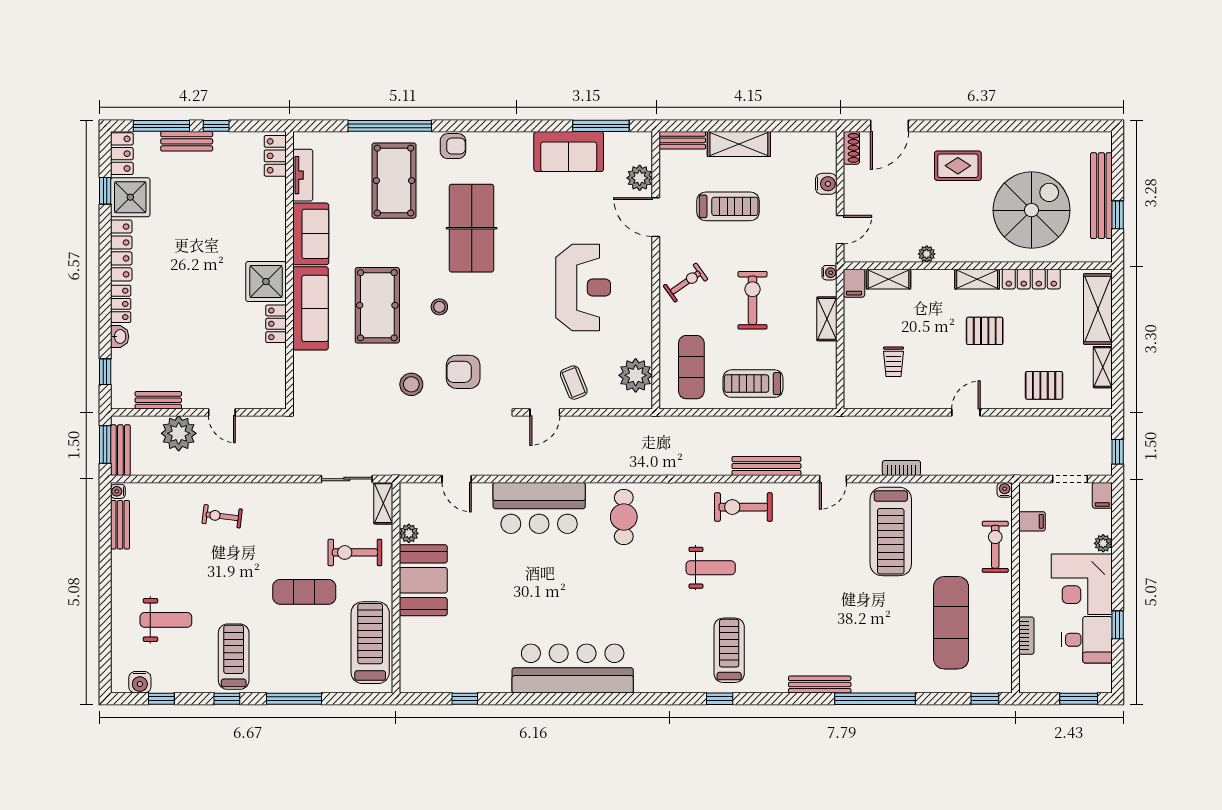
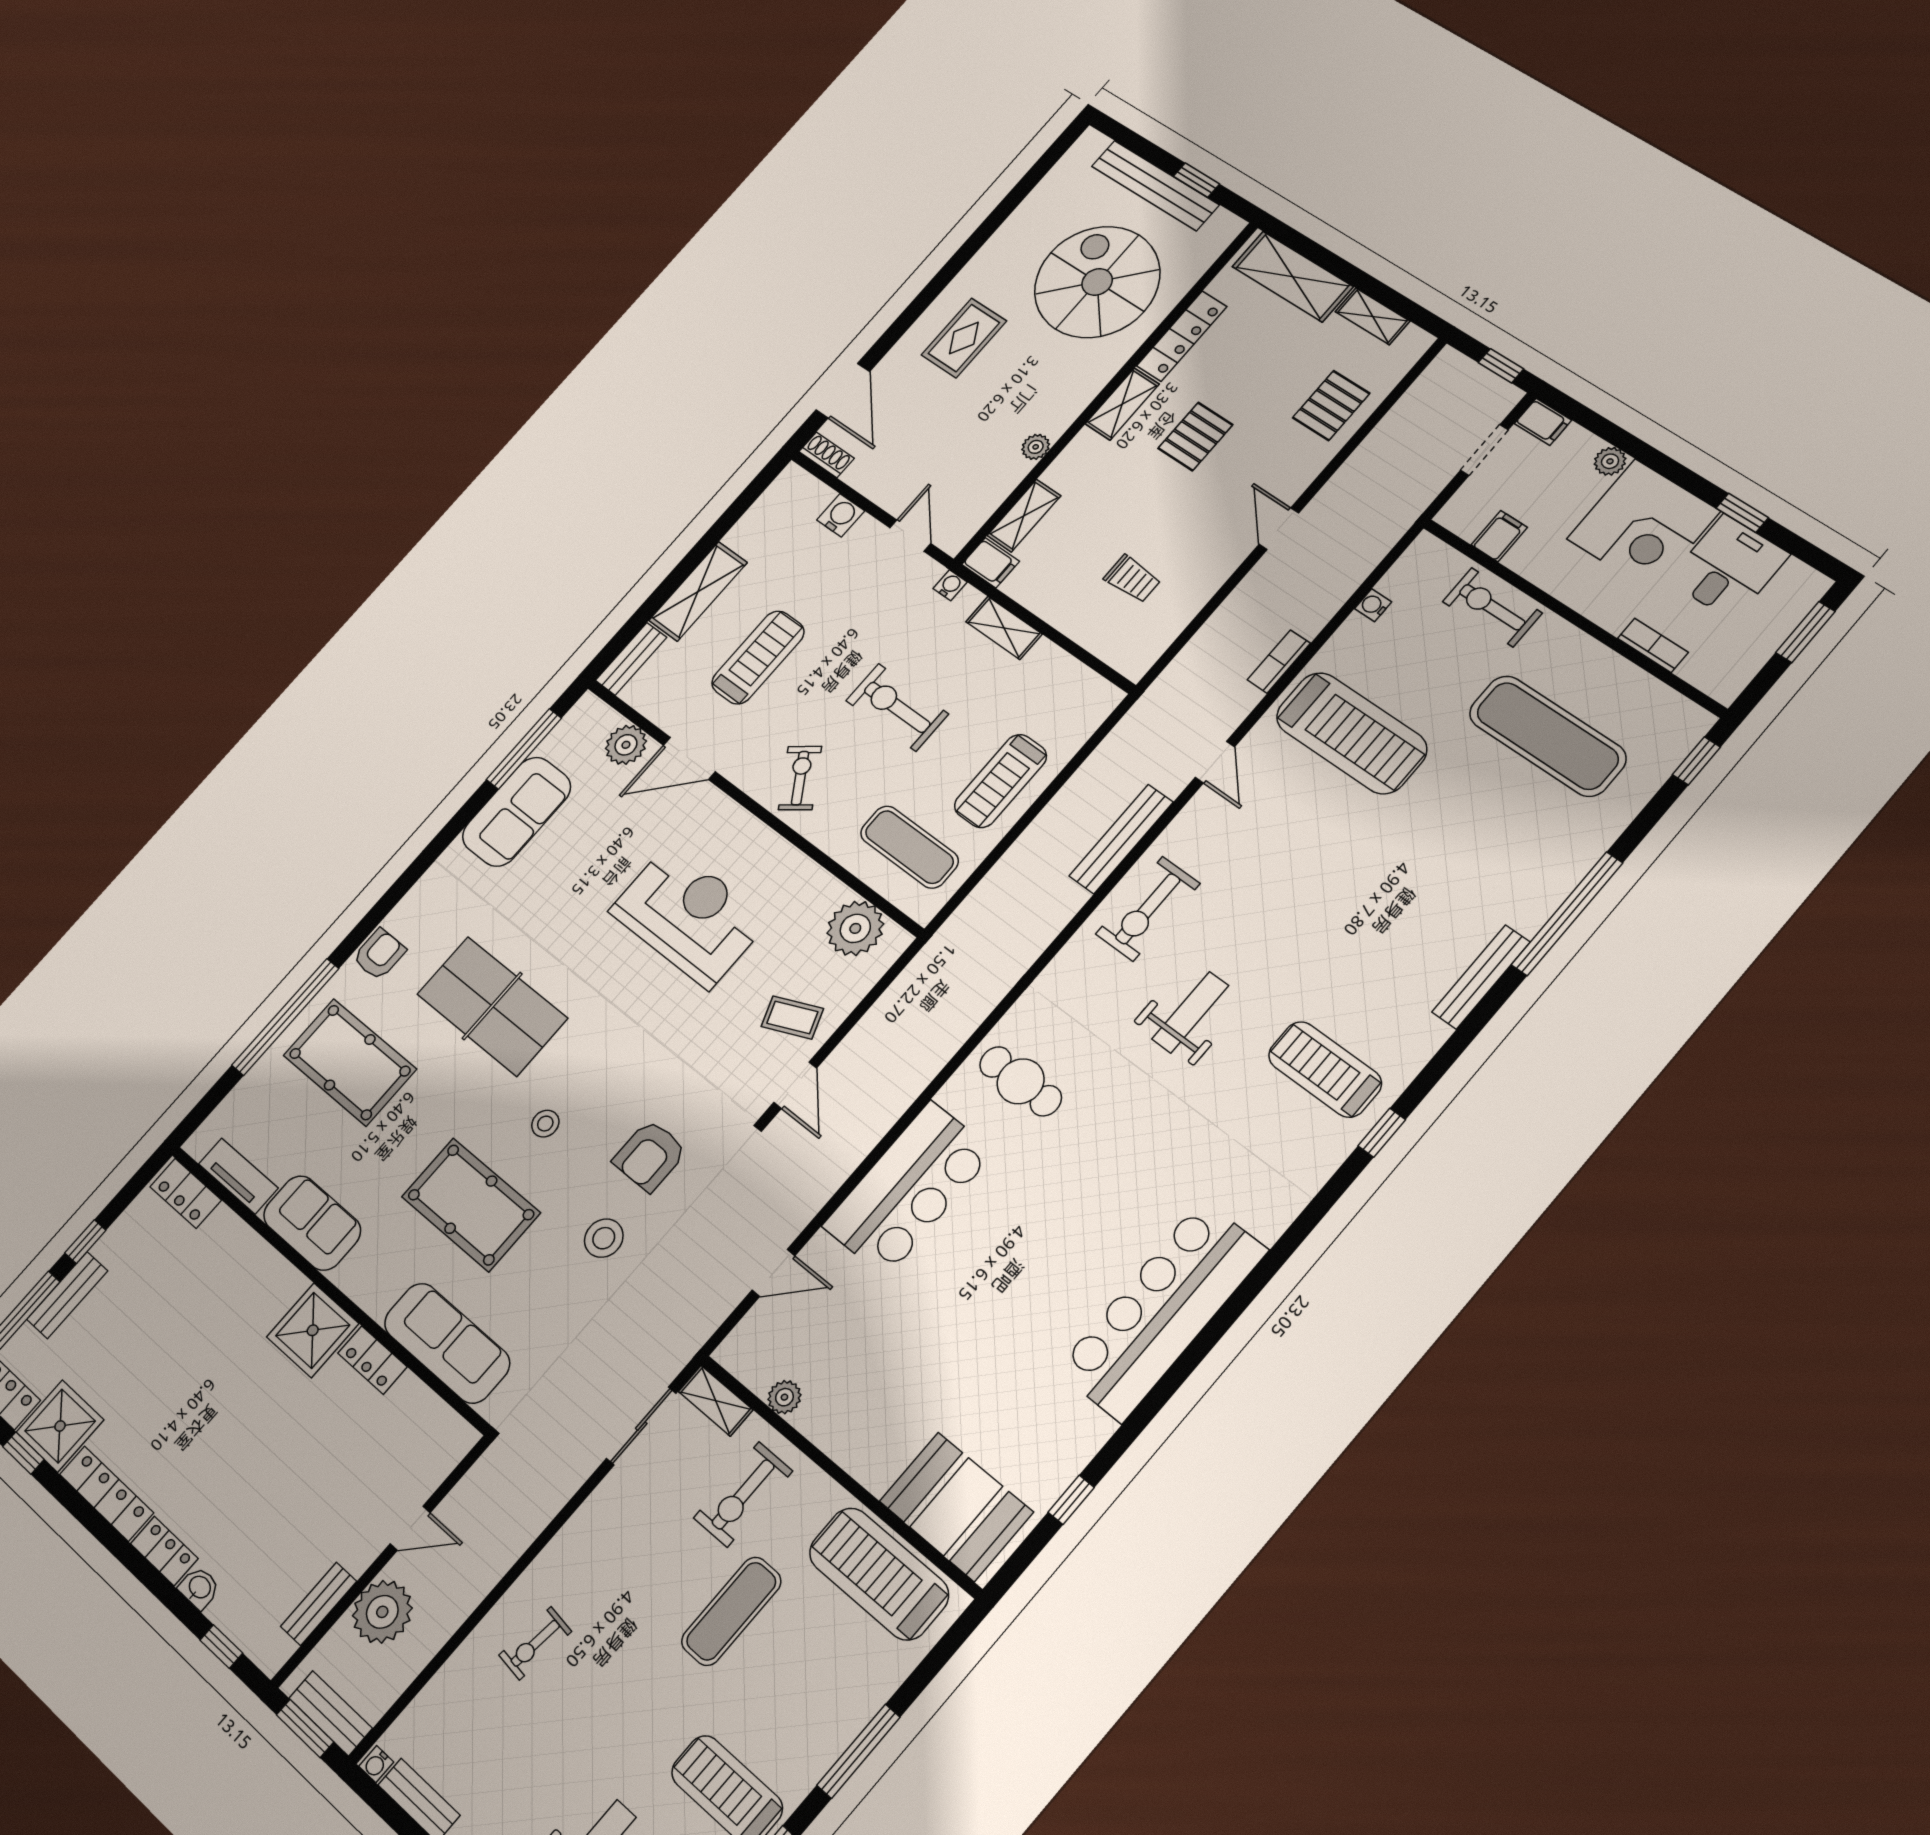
sofa: (310, 308) -> (447, 1343), moved
water cooler: (1005, 490) -> (1373, 605), moved
booth: (423, 580) -> (956, 1507), moved

